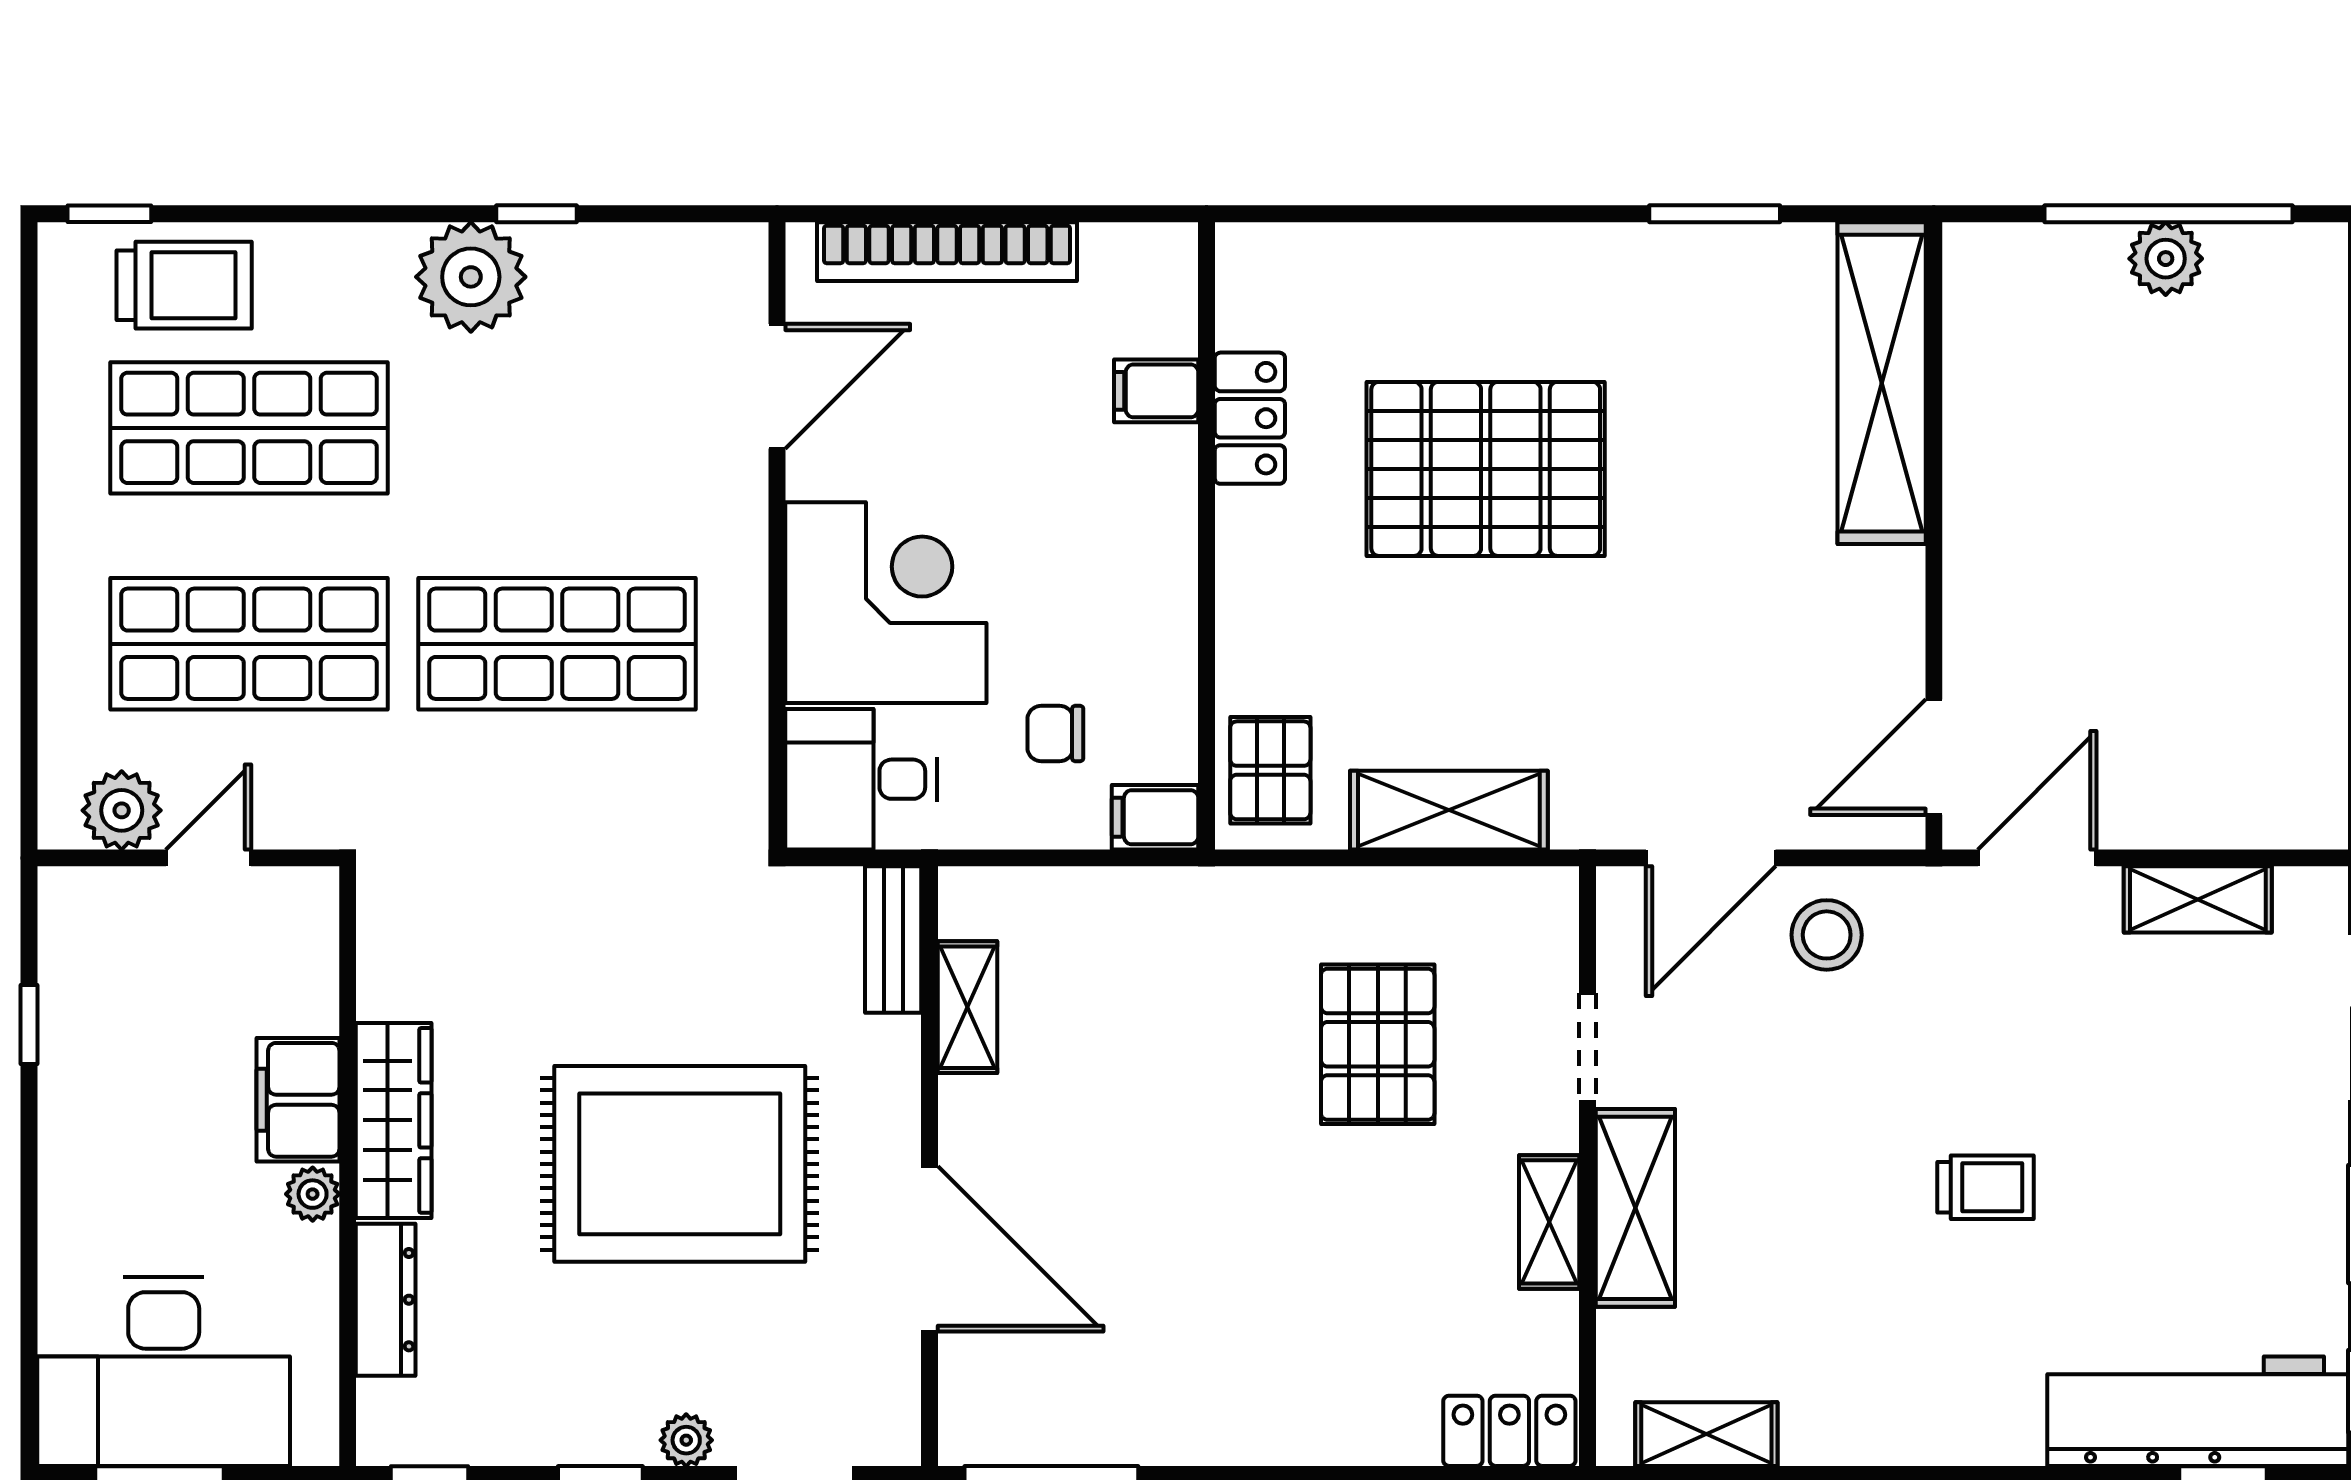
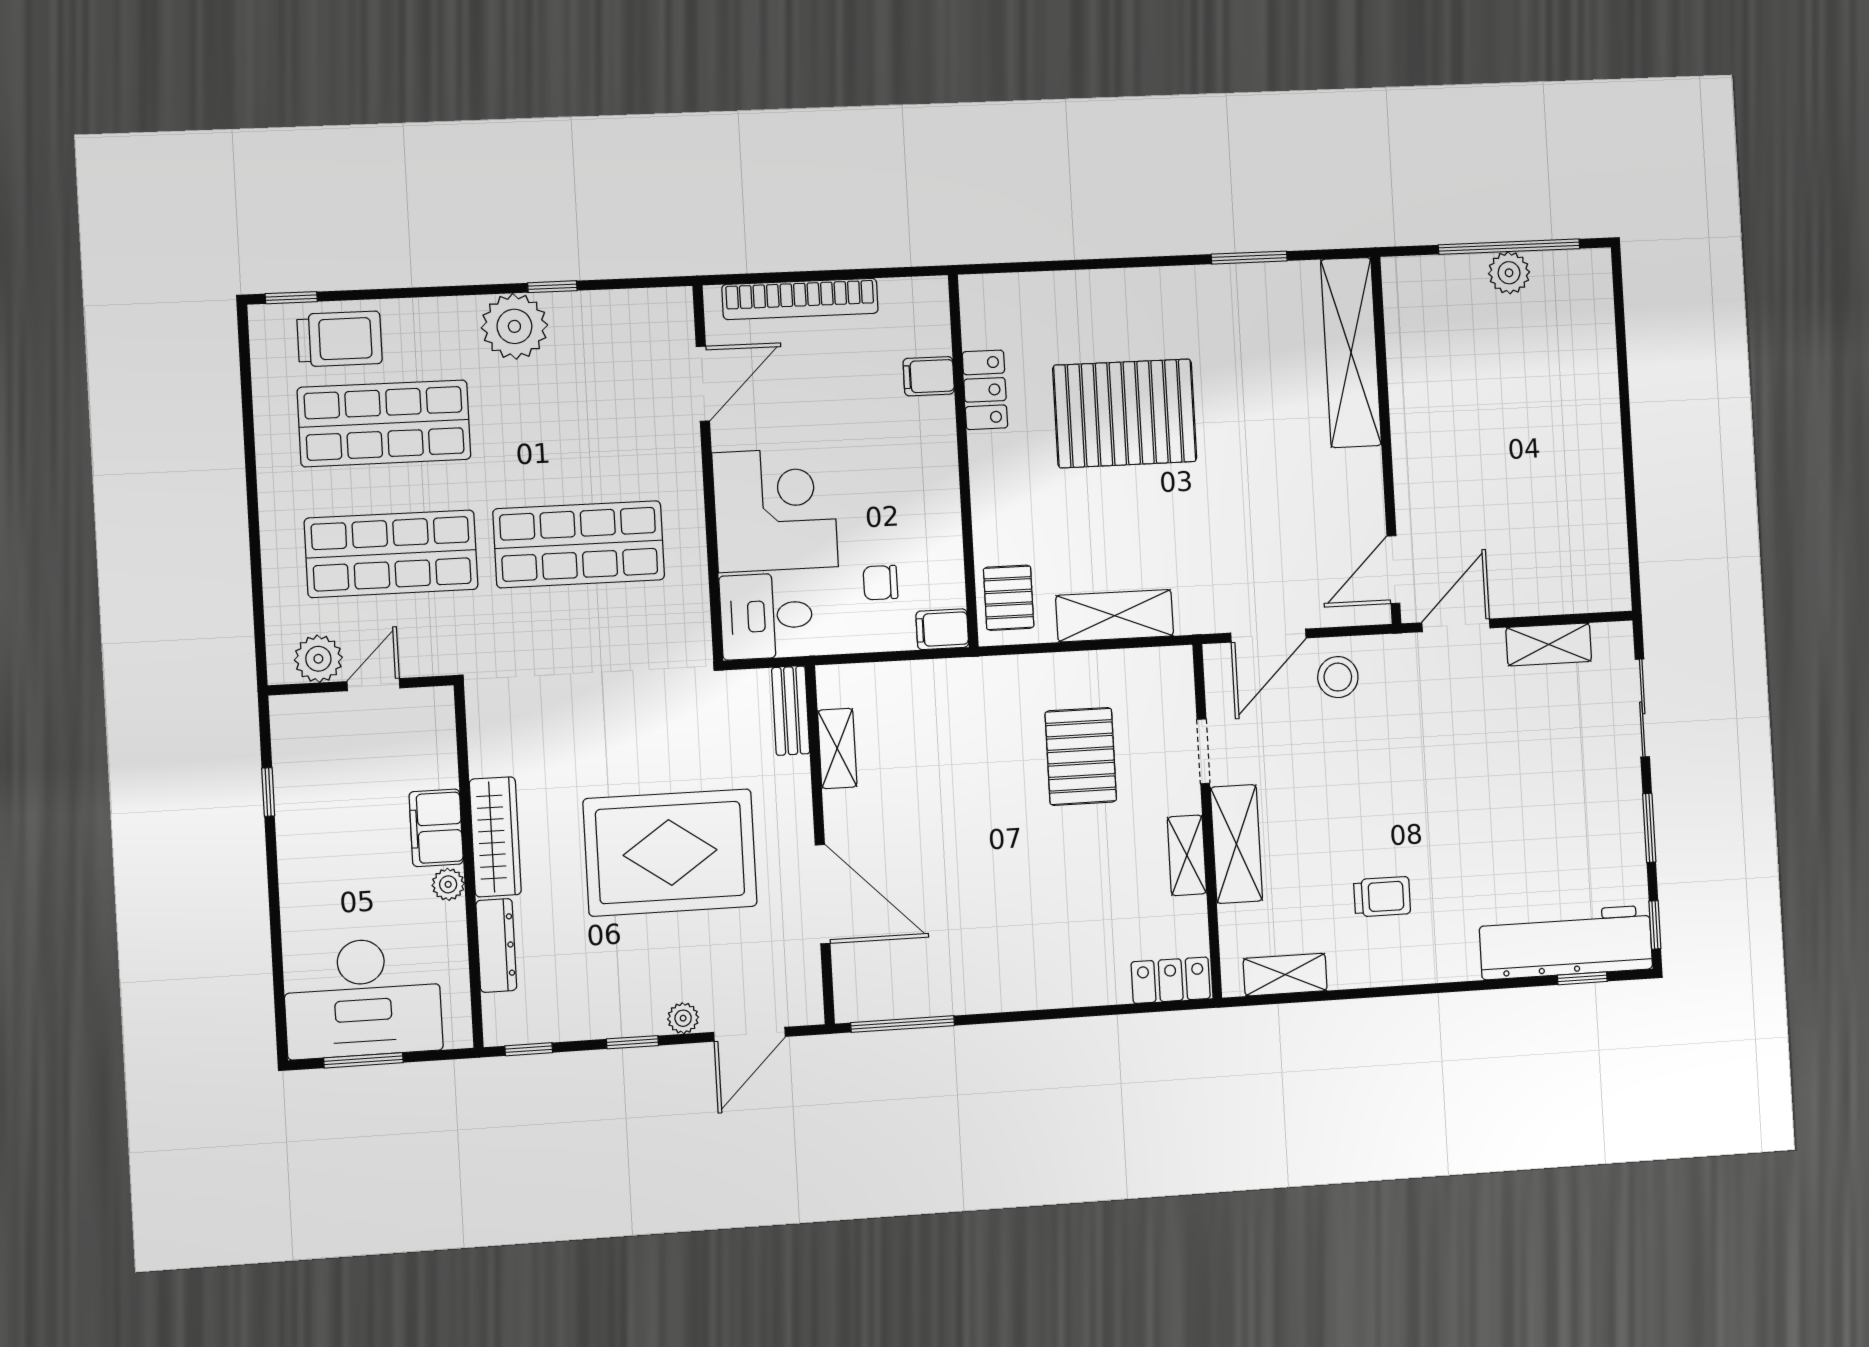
trolley: (1986, 1187) -> (1382, 897), moved

